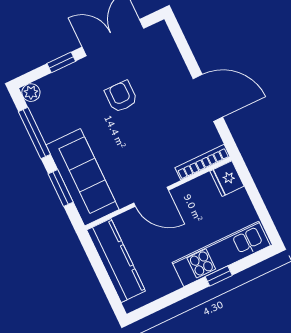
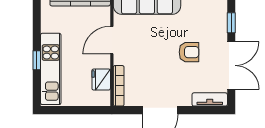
tv unit: (166, 44) -> (210, 99), added
fridge: (227, 179) -> (101, 80), moved, turned -90

